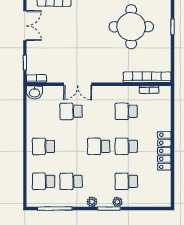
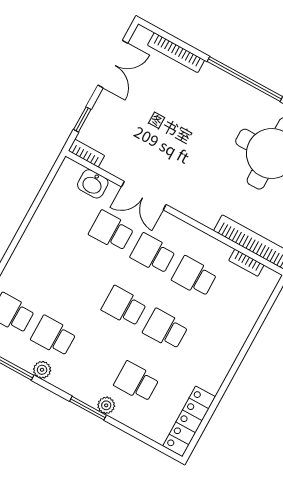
washbasin: (34, 93) -> (93, 184), moved
school desk: (43, 146) -> (153, 254), moved
locker: (164, 151) -> (189, 421), moved
plant: (92, 202) -> (42, 370), moved

